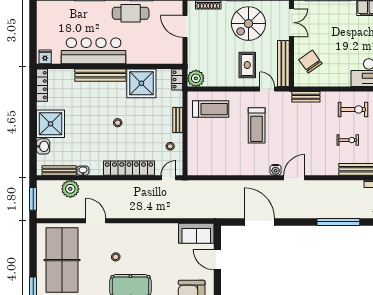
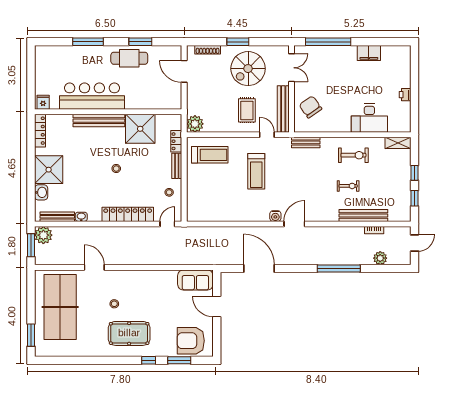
locker: (177, 79) -> (176, 141), moved
plant: (70, 189) -> (43, 235), moved

